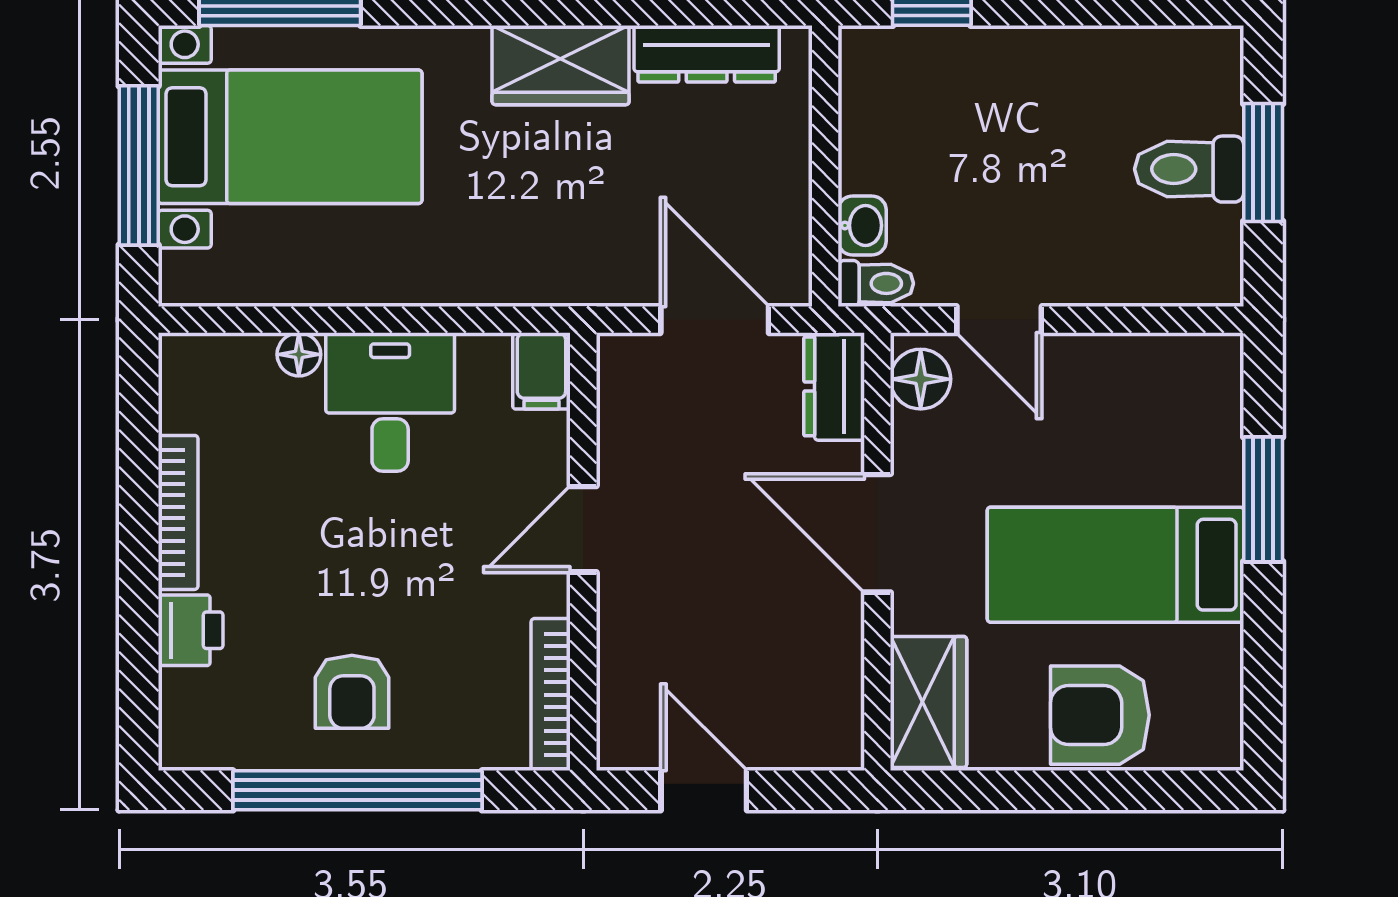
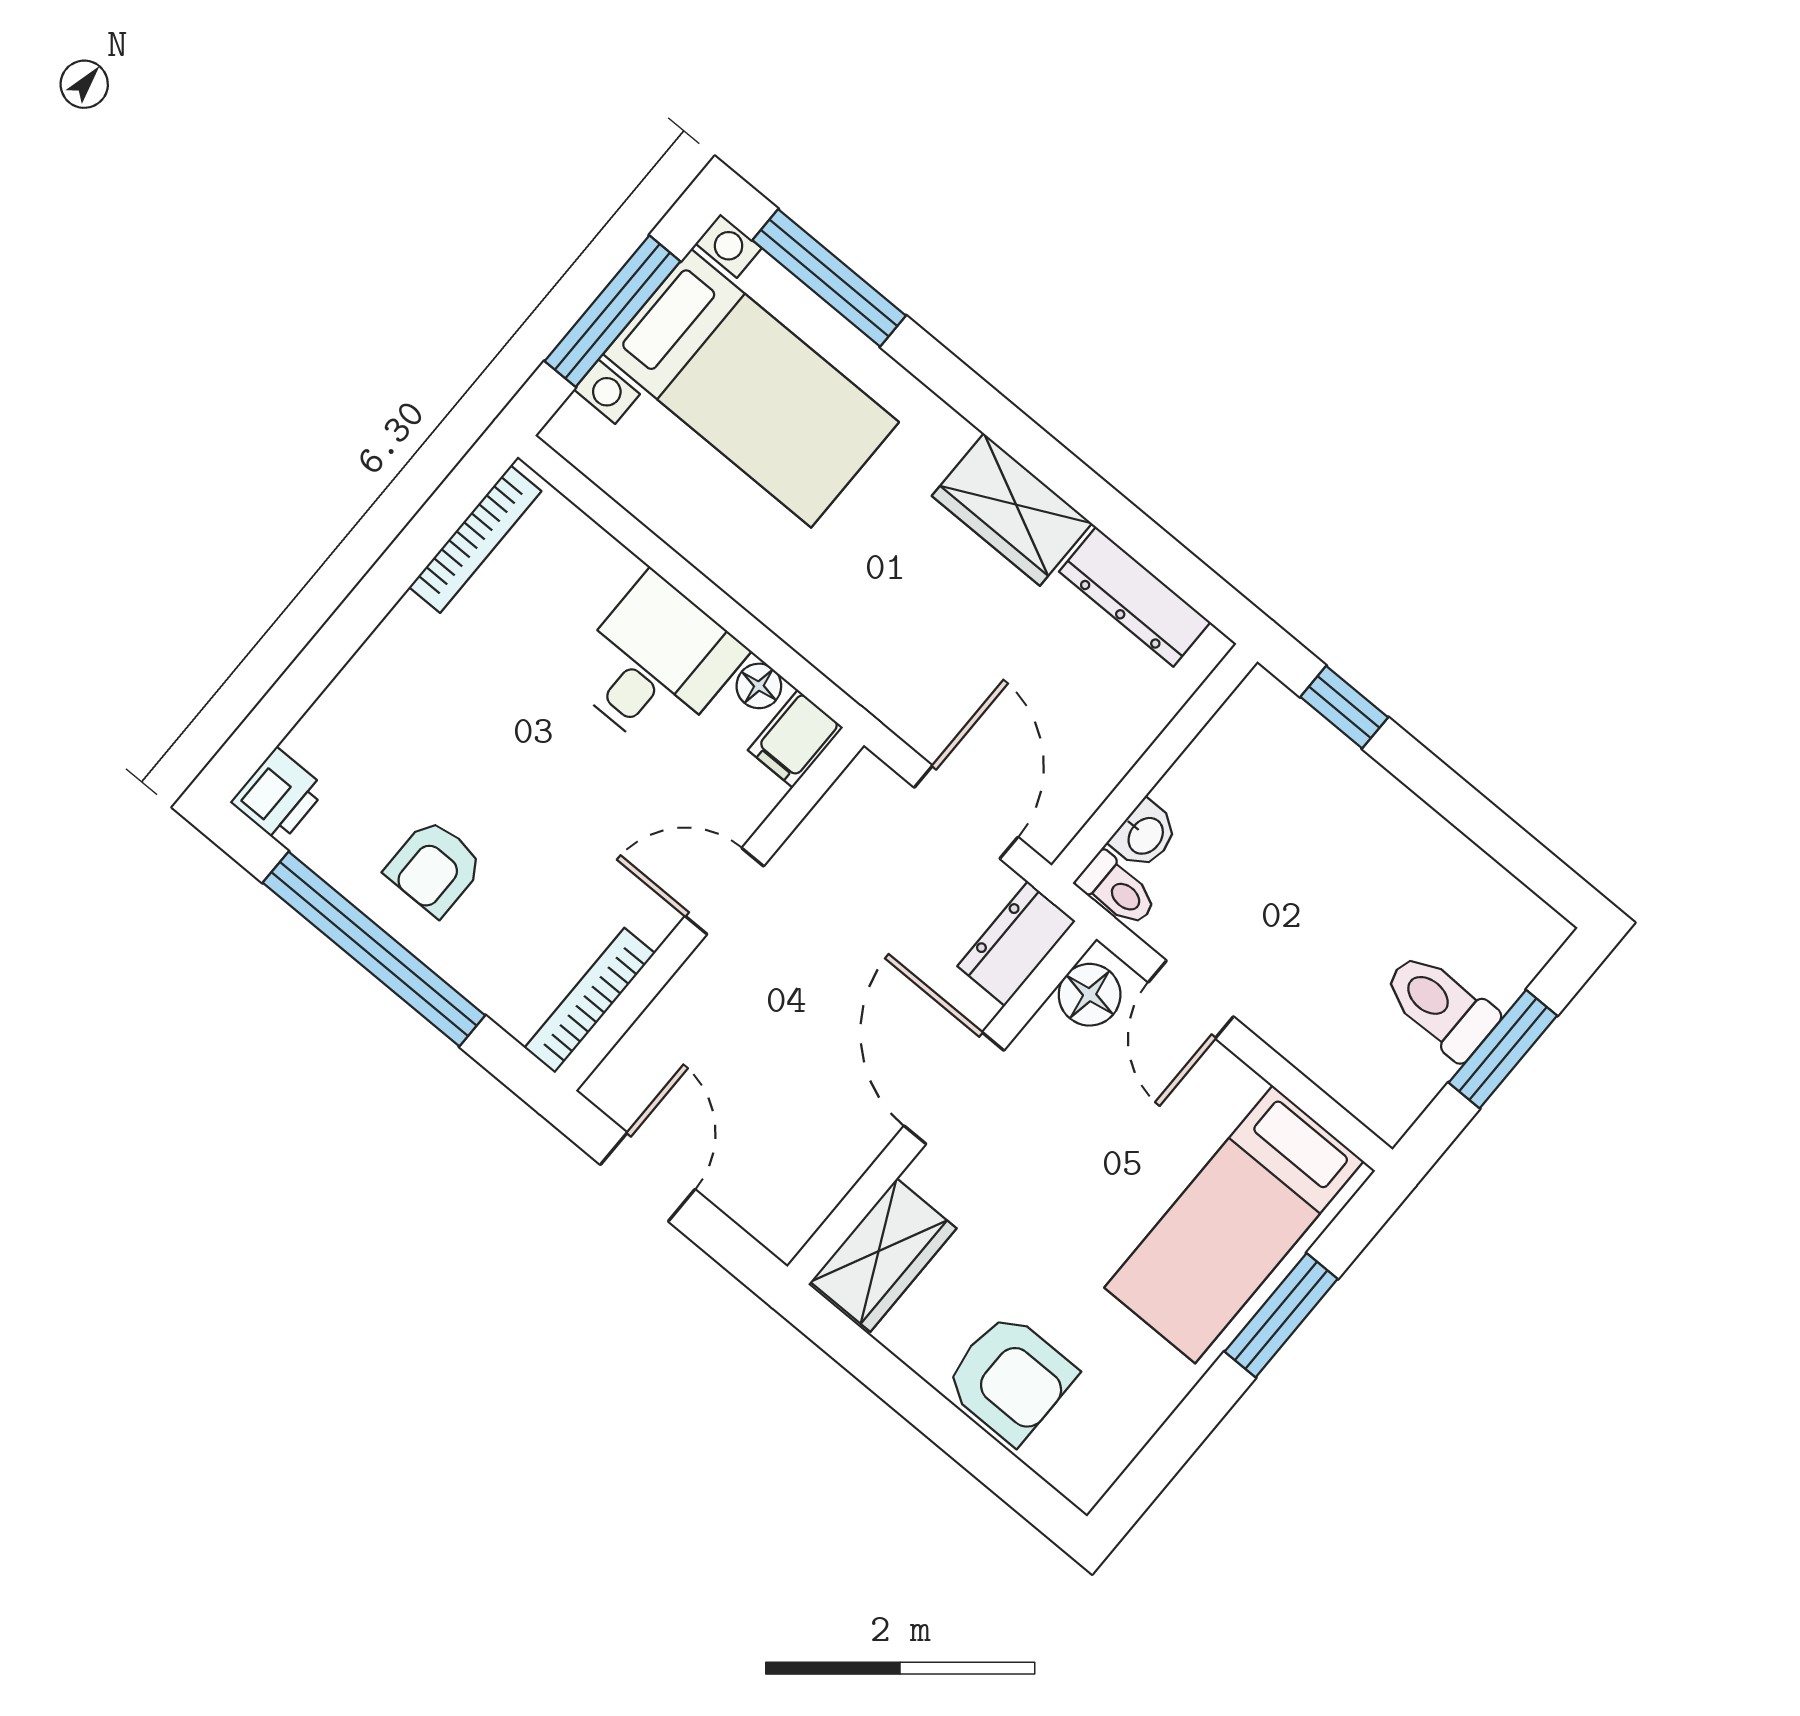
floor lamp: (299, 354) -> (759, 686), moved
bookcase: (178, 512) -> (475, 539), moved
bed: (1115, 565) -> (1234, 1224), moved, turned -90
printer: (191, 630) -> (278, 796), moved
armchair: (1100, 715) -> (1010, 1378), turned 180

